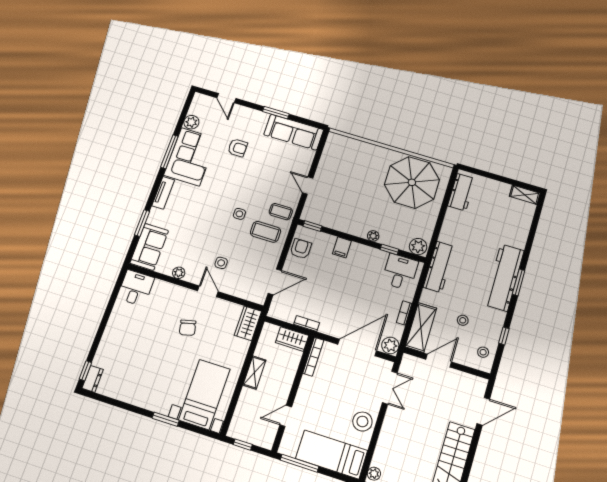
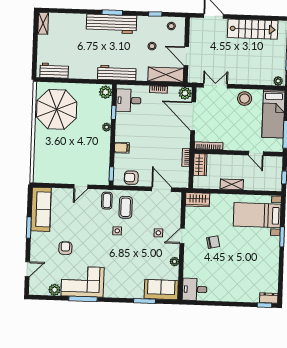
tv unit: (163, 193) -> (117, 293), removed

